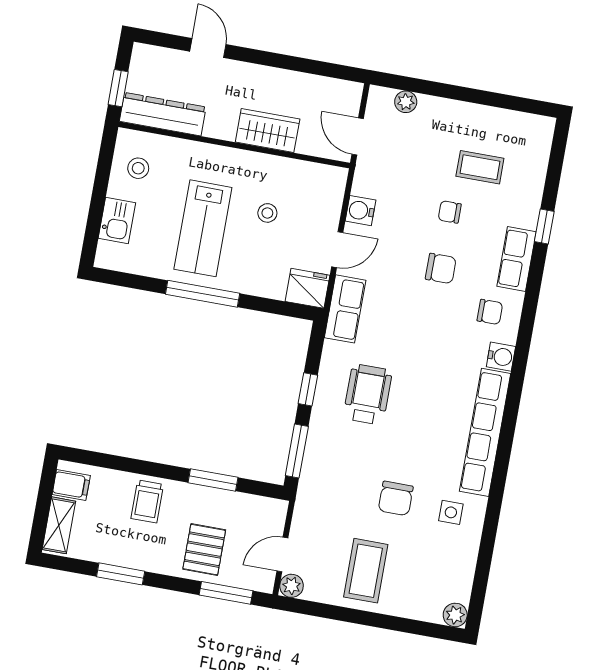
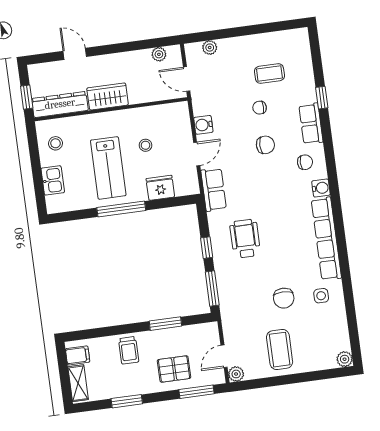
plant: (329, 88) -> (159, 54), added
wardrobe: (268, 131) -> (108, 96), moved
fridge: (308, 288) -> (160, 188), moved
pallet: (204, 550) -> (174, 369), turned 90

